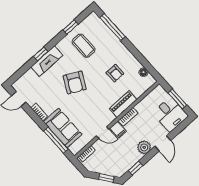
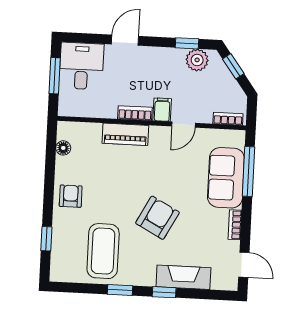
window: (71, 27) -> (120, 290), moved
window: (112, 27) -> (46, 239), width x0.46
coffee table: (84, 46) -> (103, 251), width x1.36, depth x1.32
fireplace: (47, 61) -> (183, 277), moved
armchair: (115, 73) -> (71, 196), moved
door: (103, 132) -> (184, 125), swing flipped
plant: (144, 147) -> (197, 60), moved

